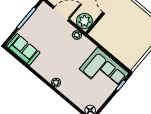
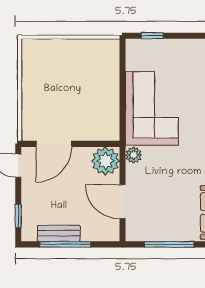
corner sofa: (104, 71) -> (152, 108), moved

